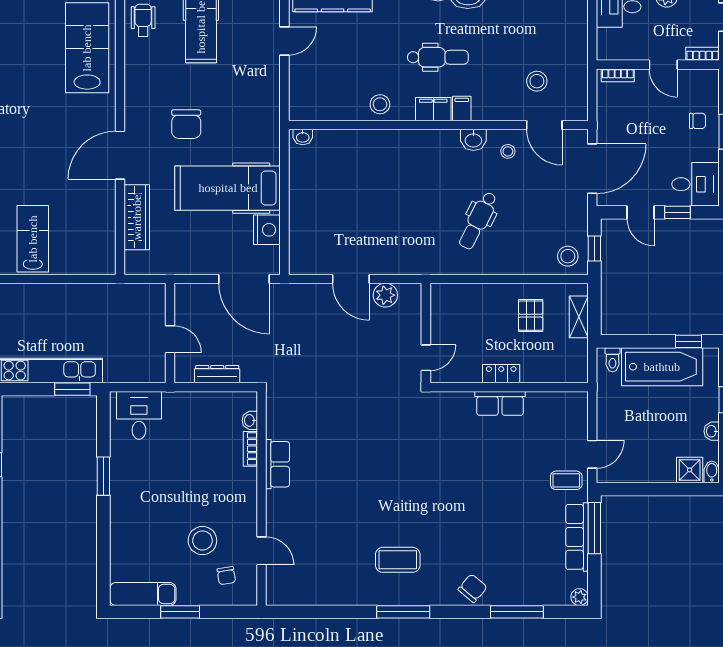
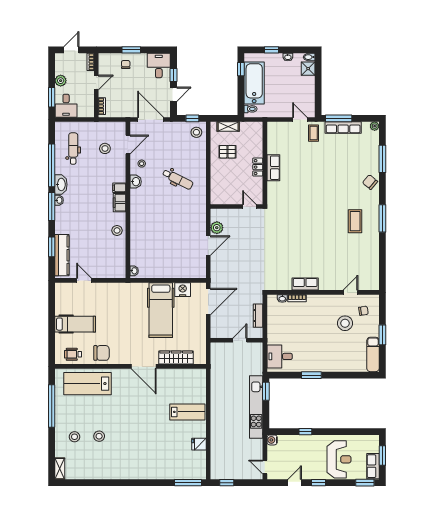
dental chair: (438, 57) -> (73, 149), moved
chair: (186, 124) -> (102, 353), moved
lab bench: (33, 239) -> (187, 412), turned 180

